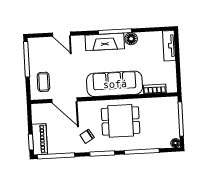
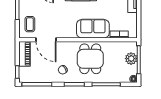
sofa: (115, 84) -> (93, 29), width x0.73
plant: (171, 118) -> (131, 59), added
dining table: (121, 121) -> (90, 59), turned 90
piano: (40, 139) -> (24, 54), moved

